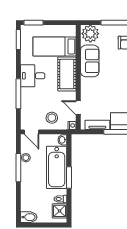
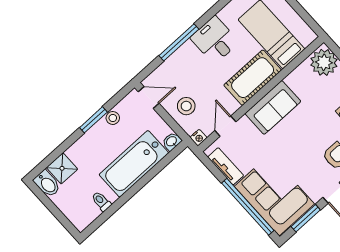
sofa: (90, 61) -> (273, 107), moved
door: (32, 132) -> (149, 97), swing flipped
window: (18, 168) -> (93, 120), width x0.69
window: (69, 178) -> (135, 189), removed
shower: (60, 211) -> (62, 168), moved

